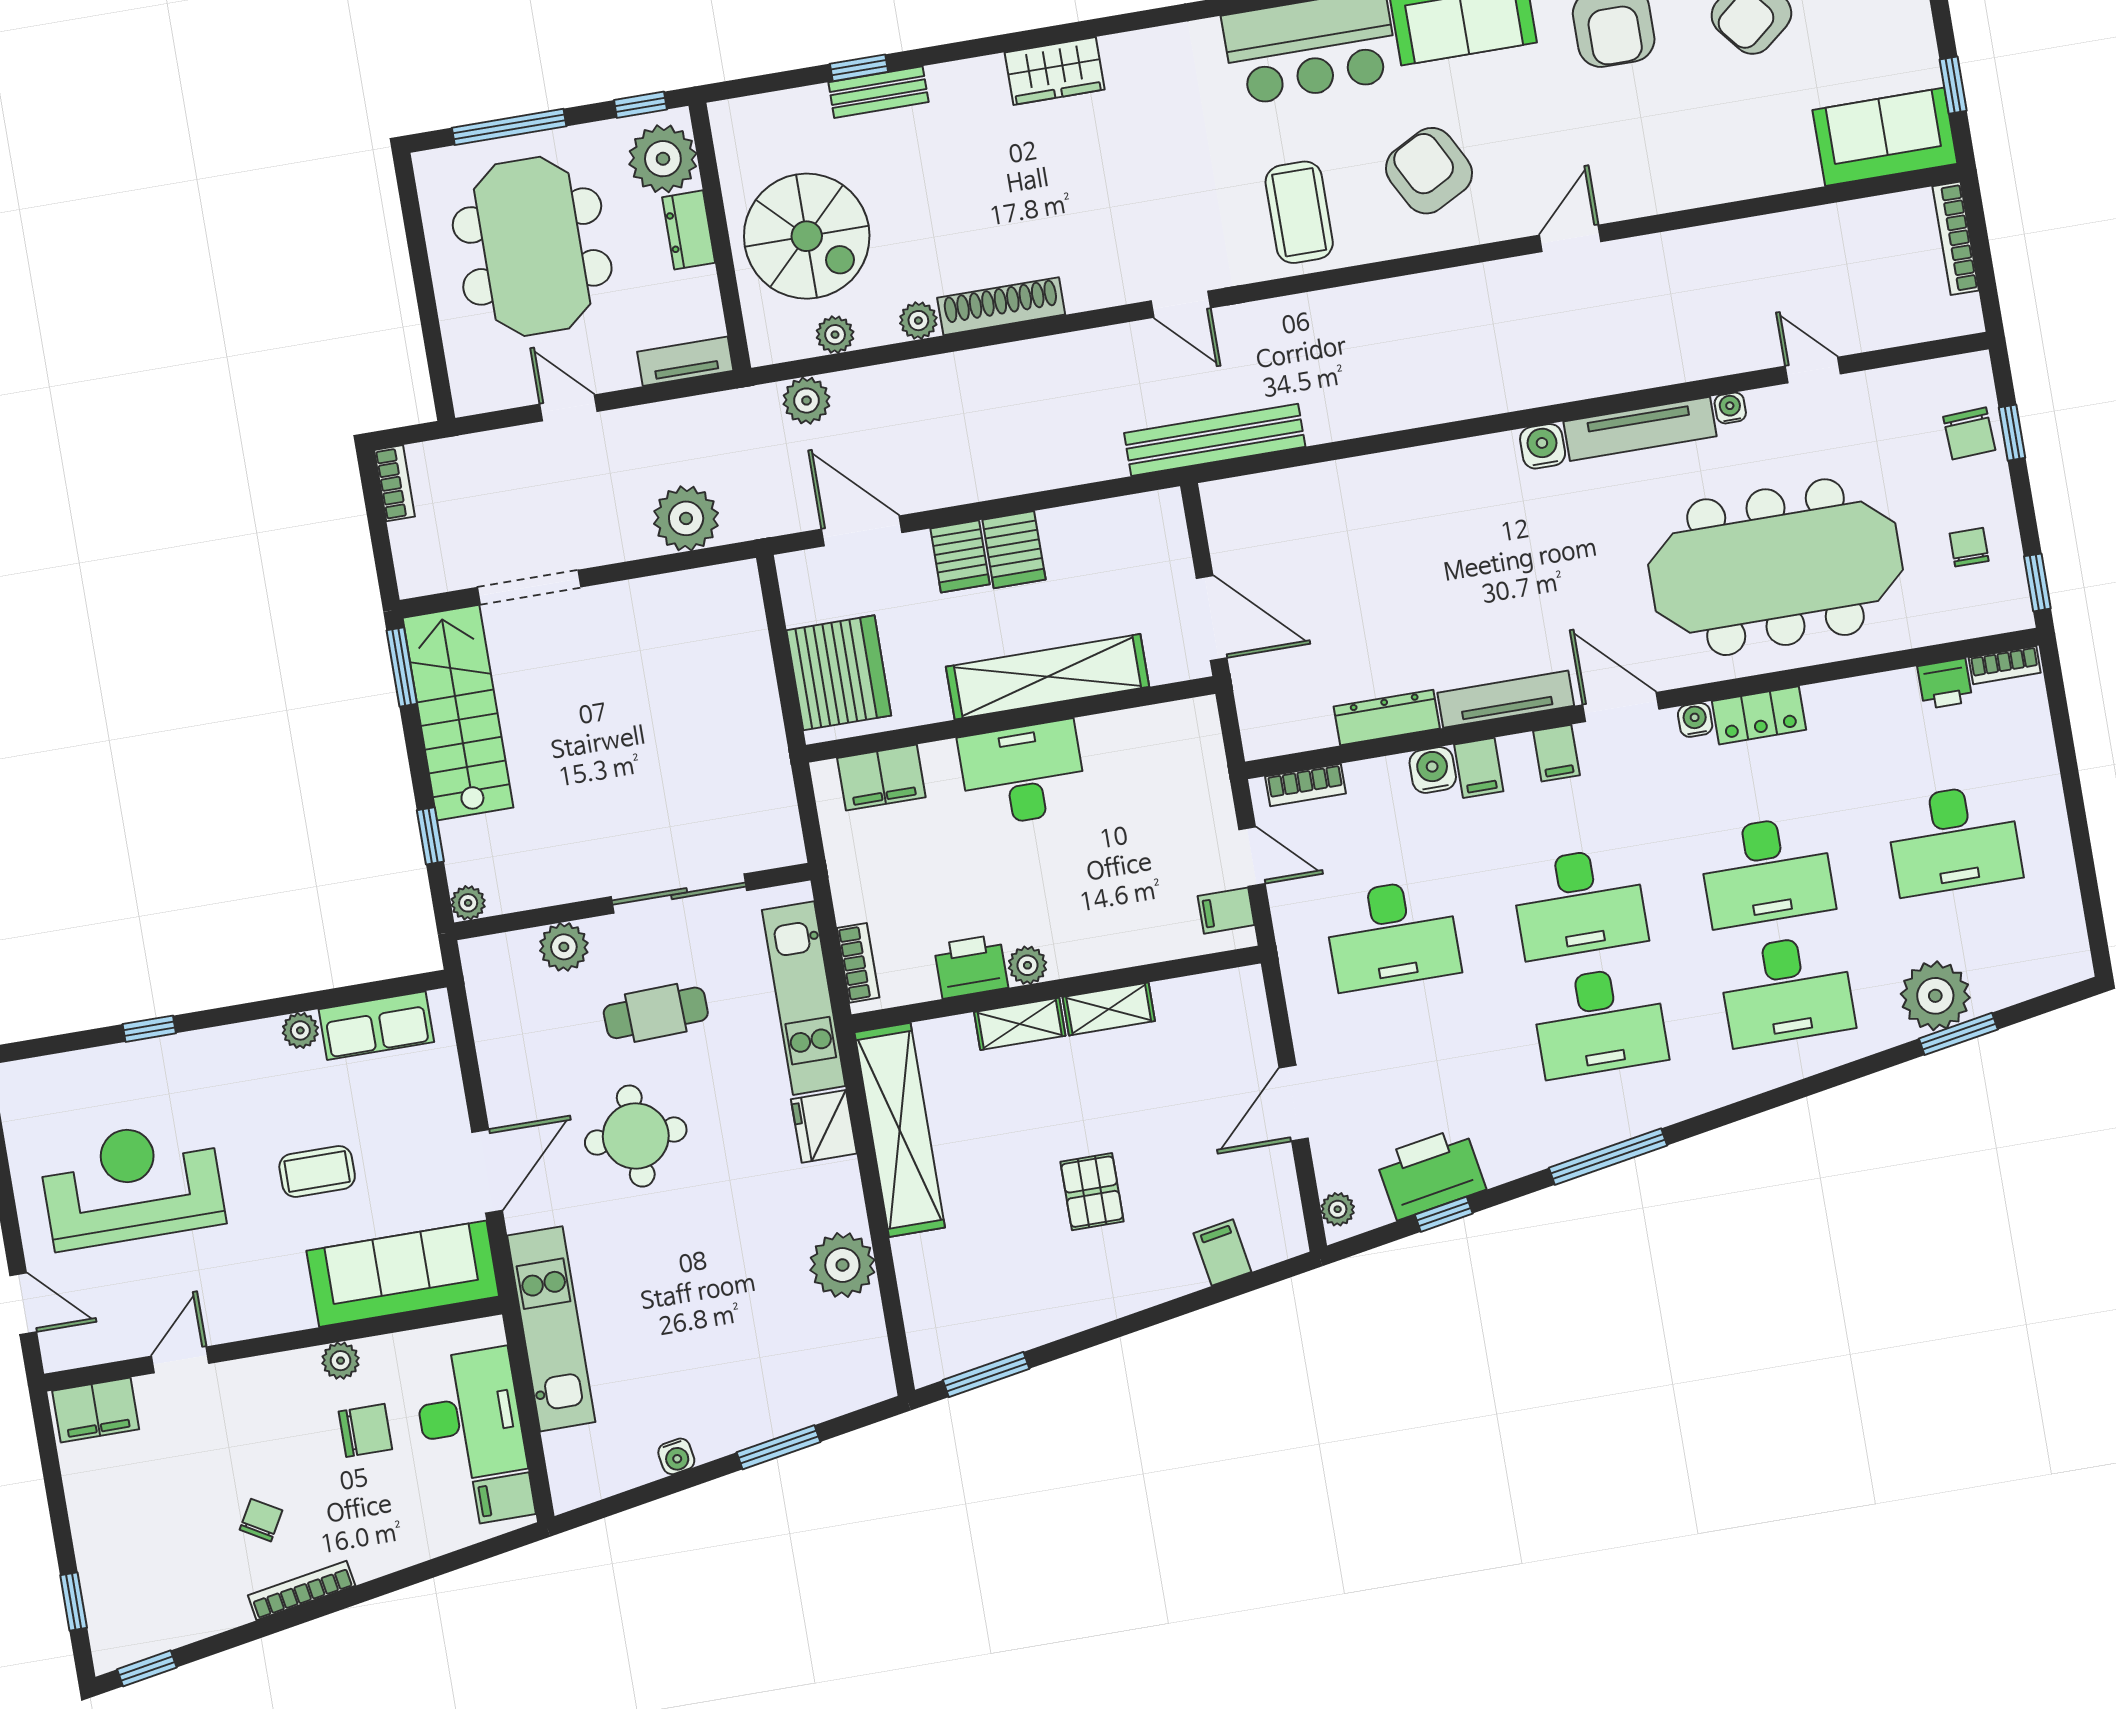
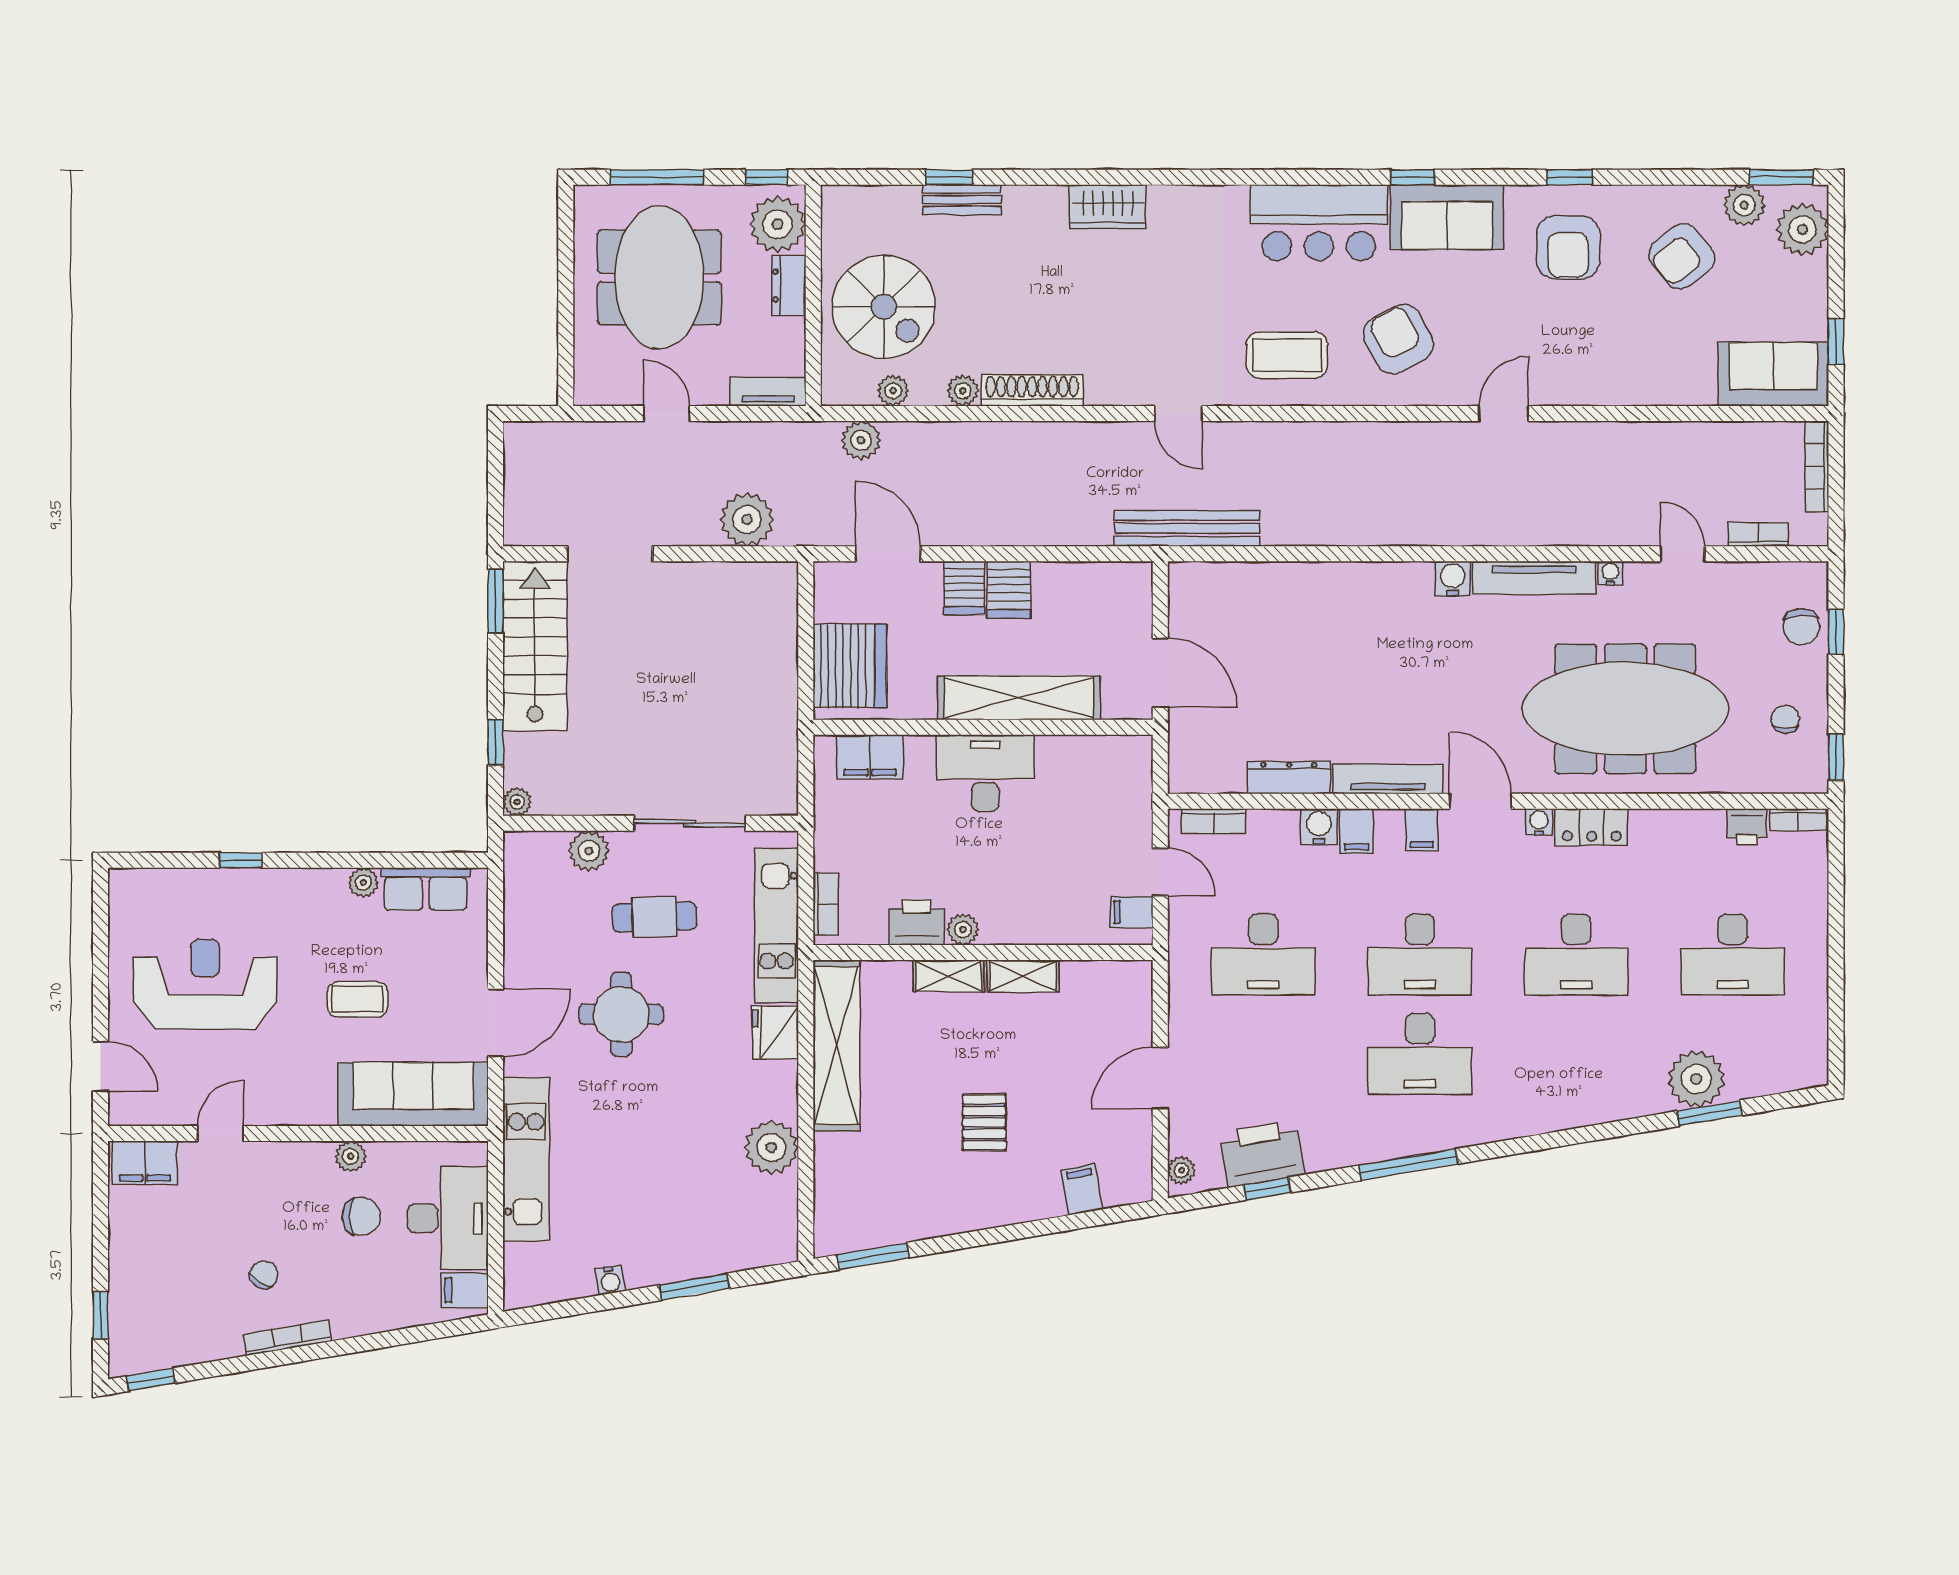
coffee table: (1299, 212) -> (1287, 355), turned 90
bookcase: (395, 483) -> (1758, 534), moved, turned -90
desk: (1787, 990) -> (1576, 1054), removed

